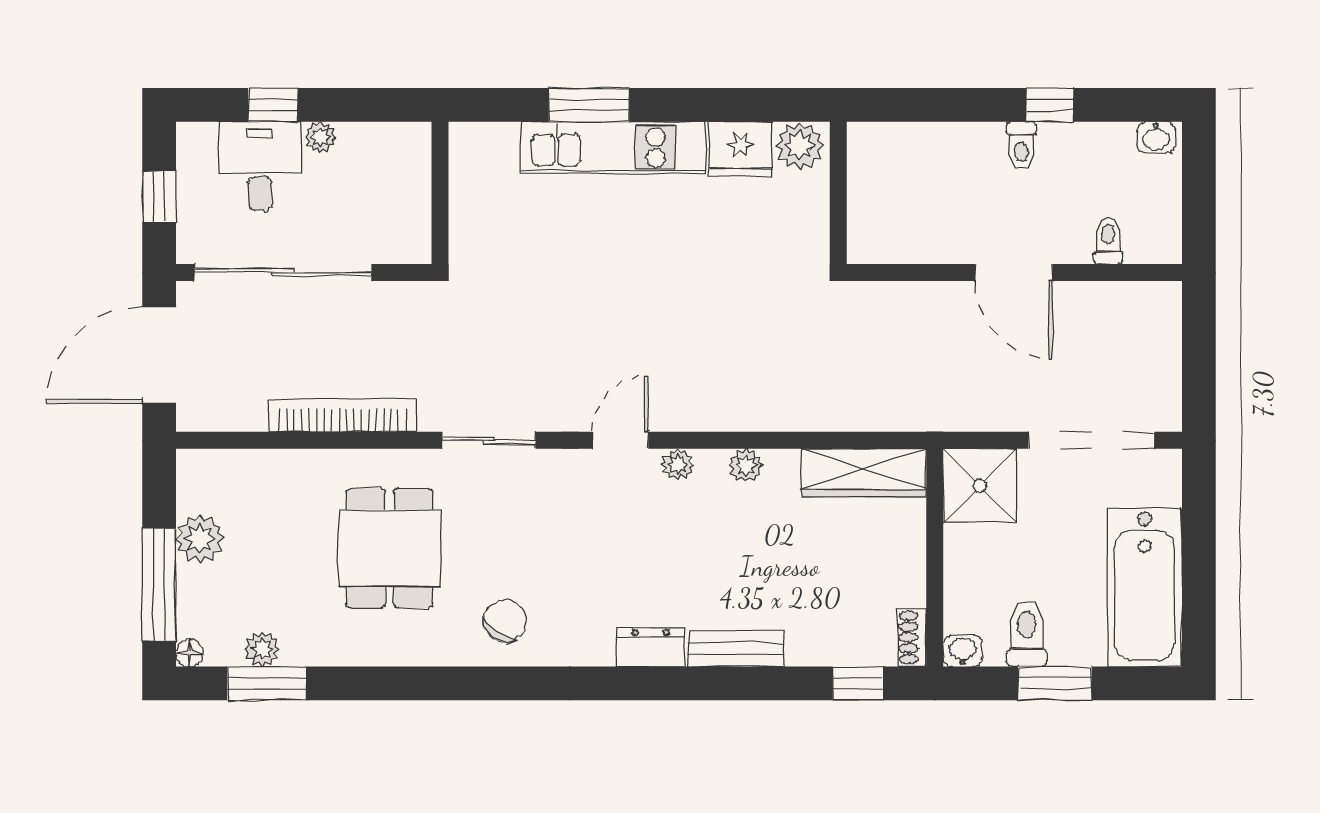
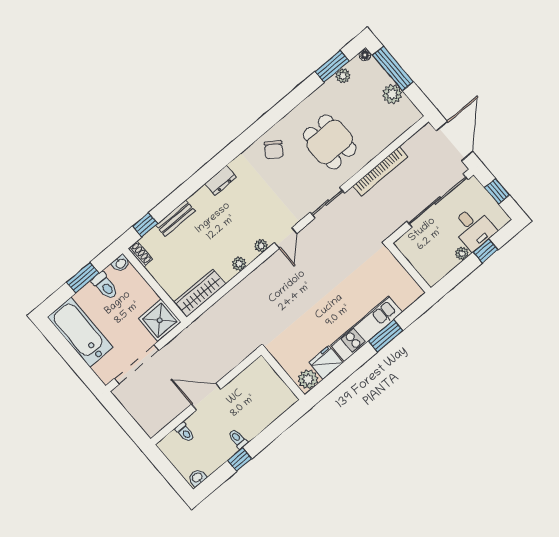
bench: (736, 648) -> (175, 218), moved

